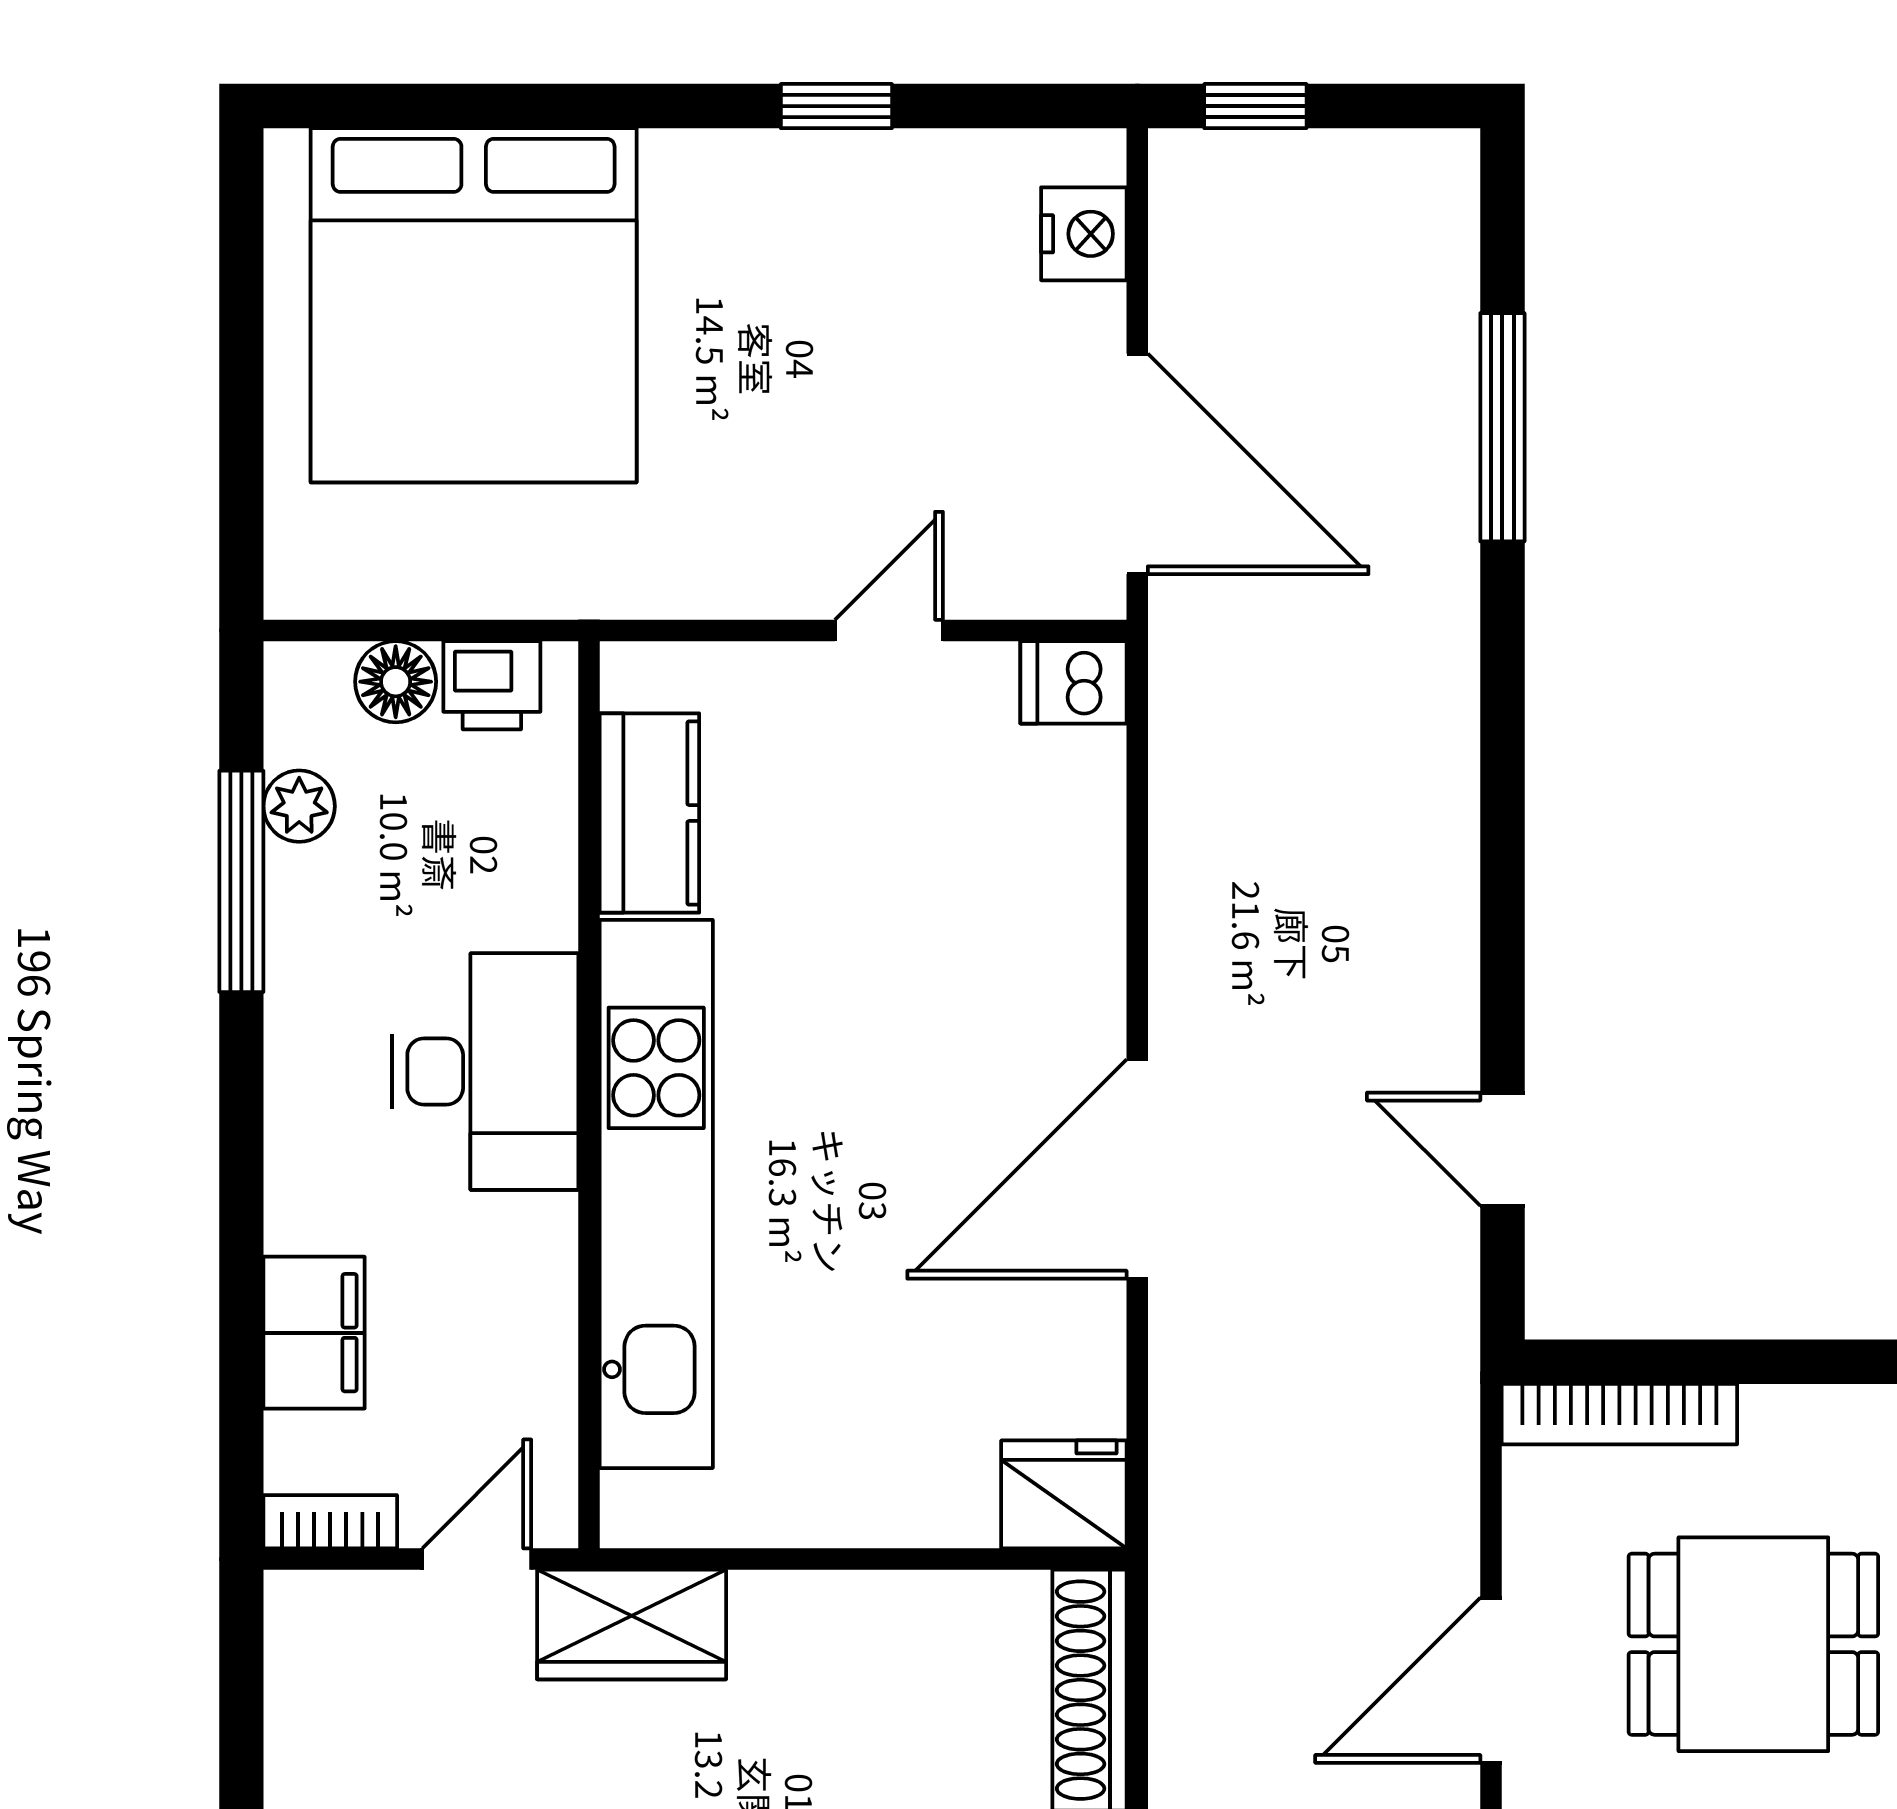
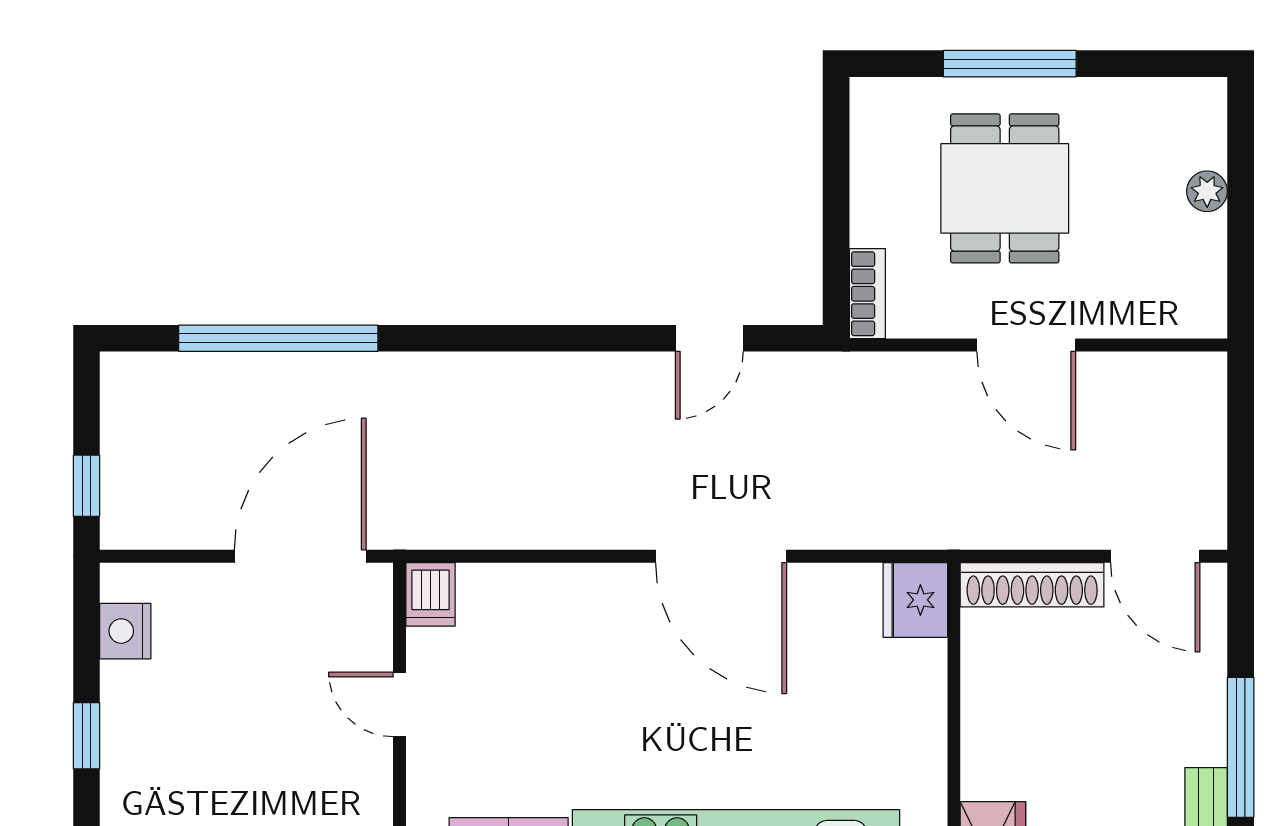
nightstand: (1084, 234) -> (125, 631), moved, turned -90
window: (1502, 427) -> (278, 338), width x1.46
bookcase: (1619, 1414) -> (867, 294), width x0.64

